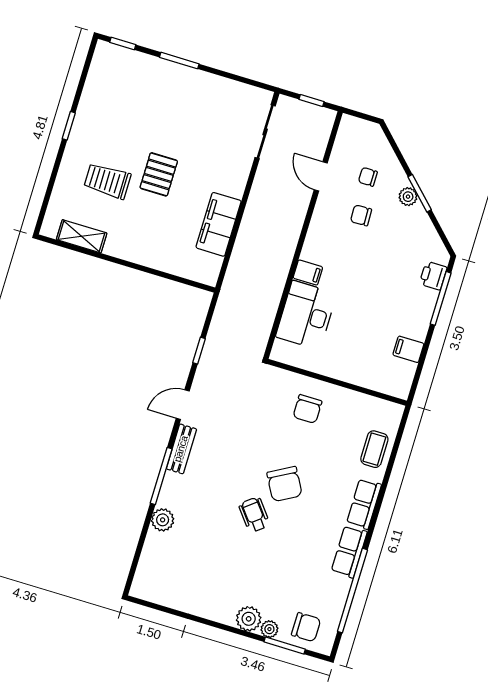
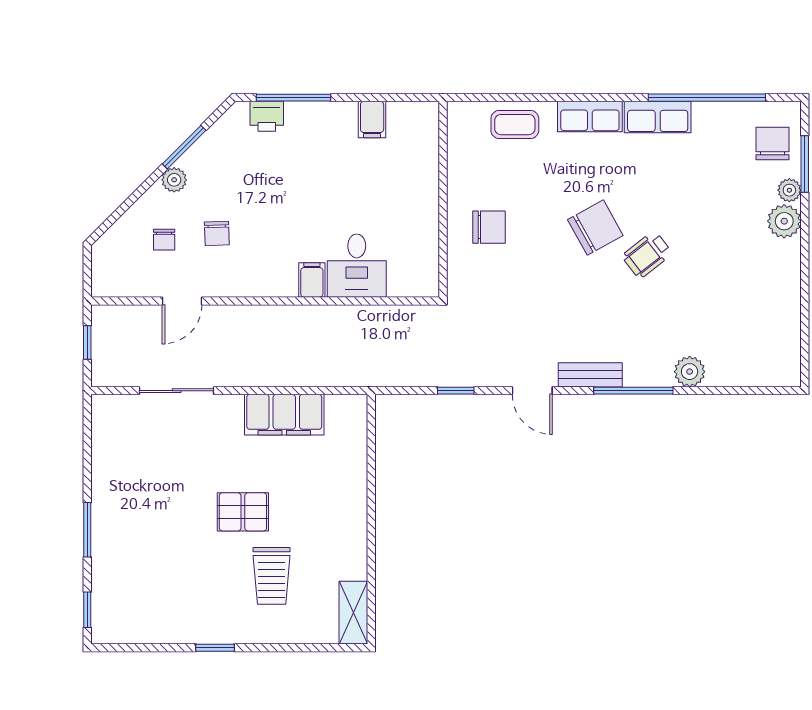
sliding door: (265, 132) -> (177, 391), moved
window: (420, 193) -> (184, 147), moved
shelving: (82, 236) -> (353, 613), moved
desk: (306, 315) -> (357, 266), width x0.73

